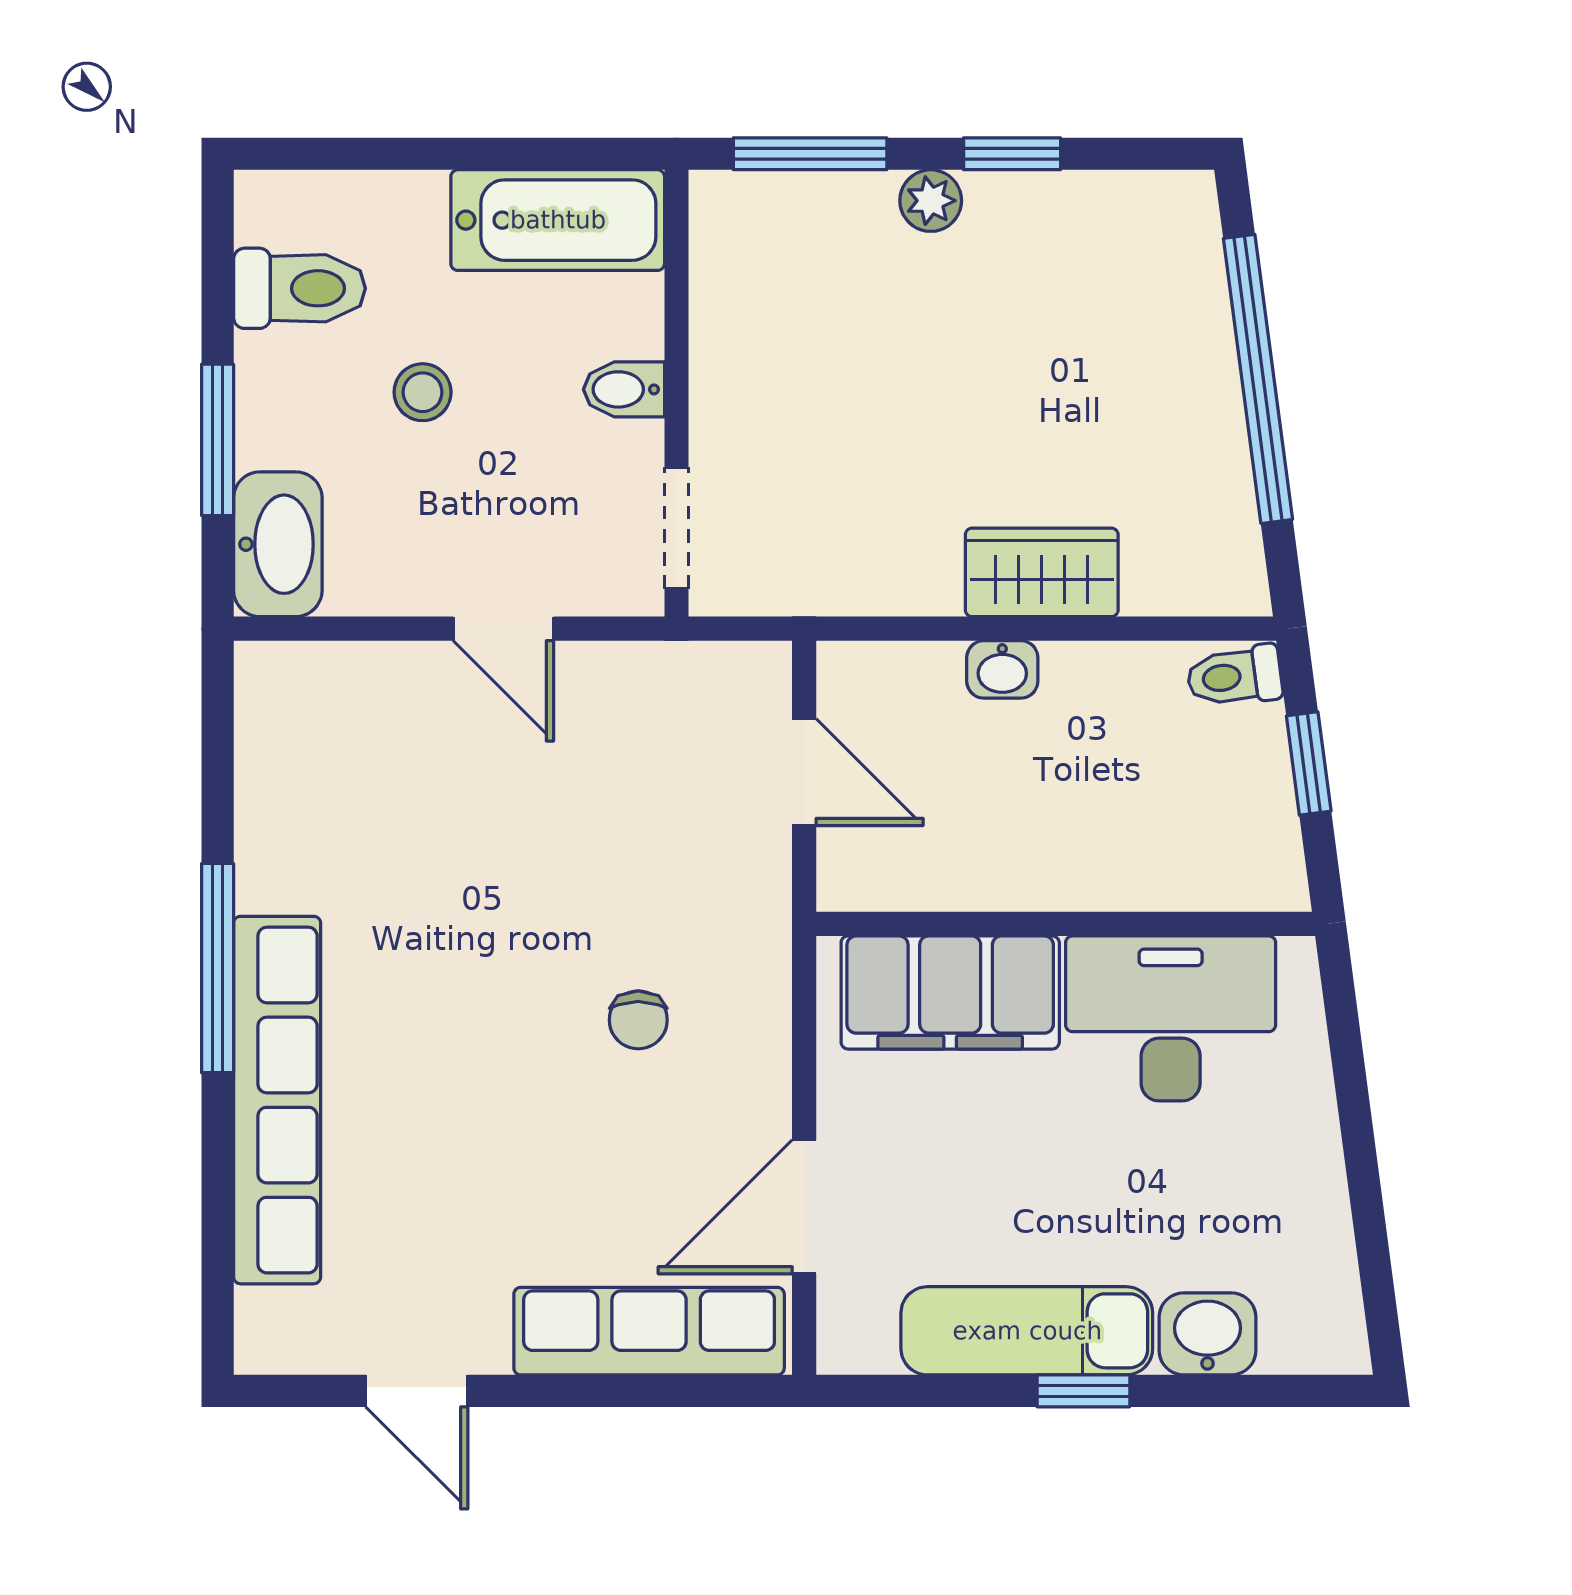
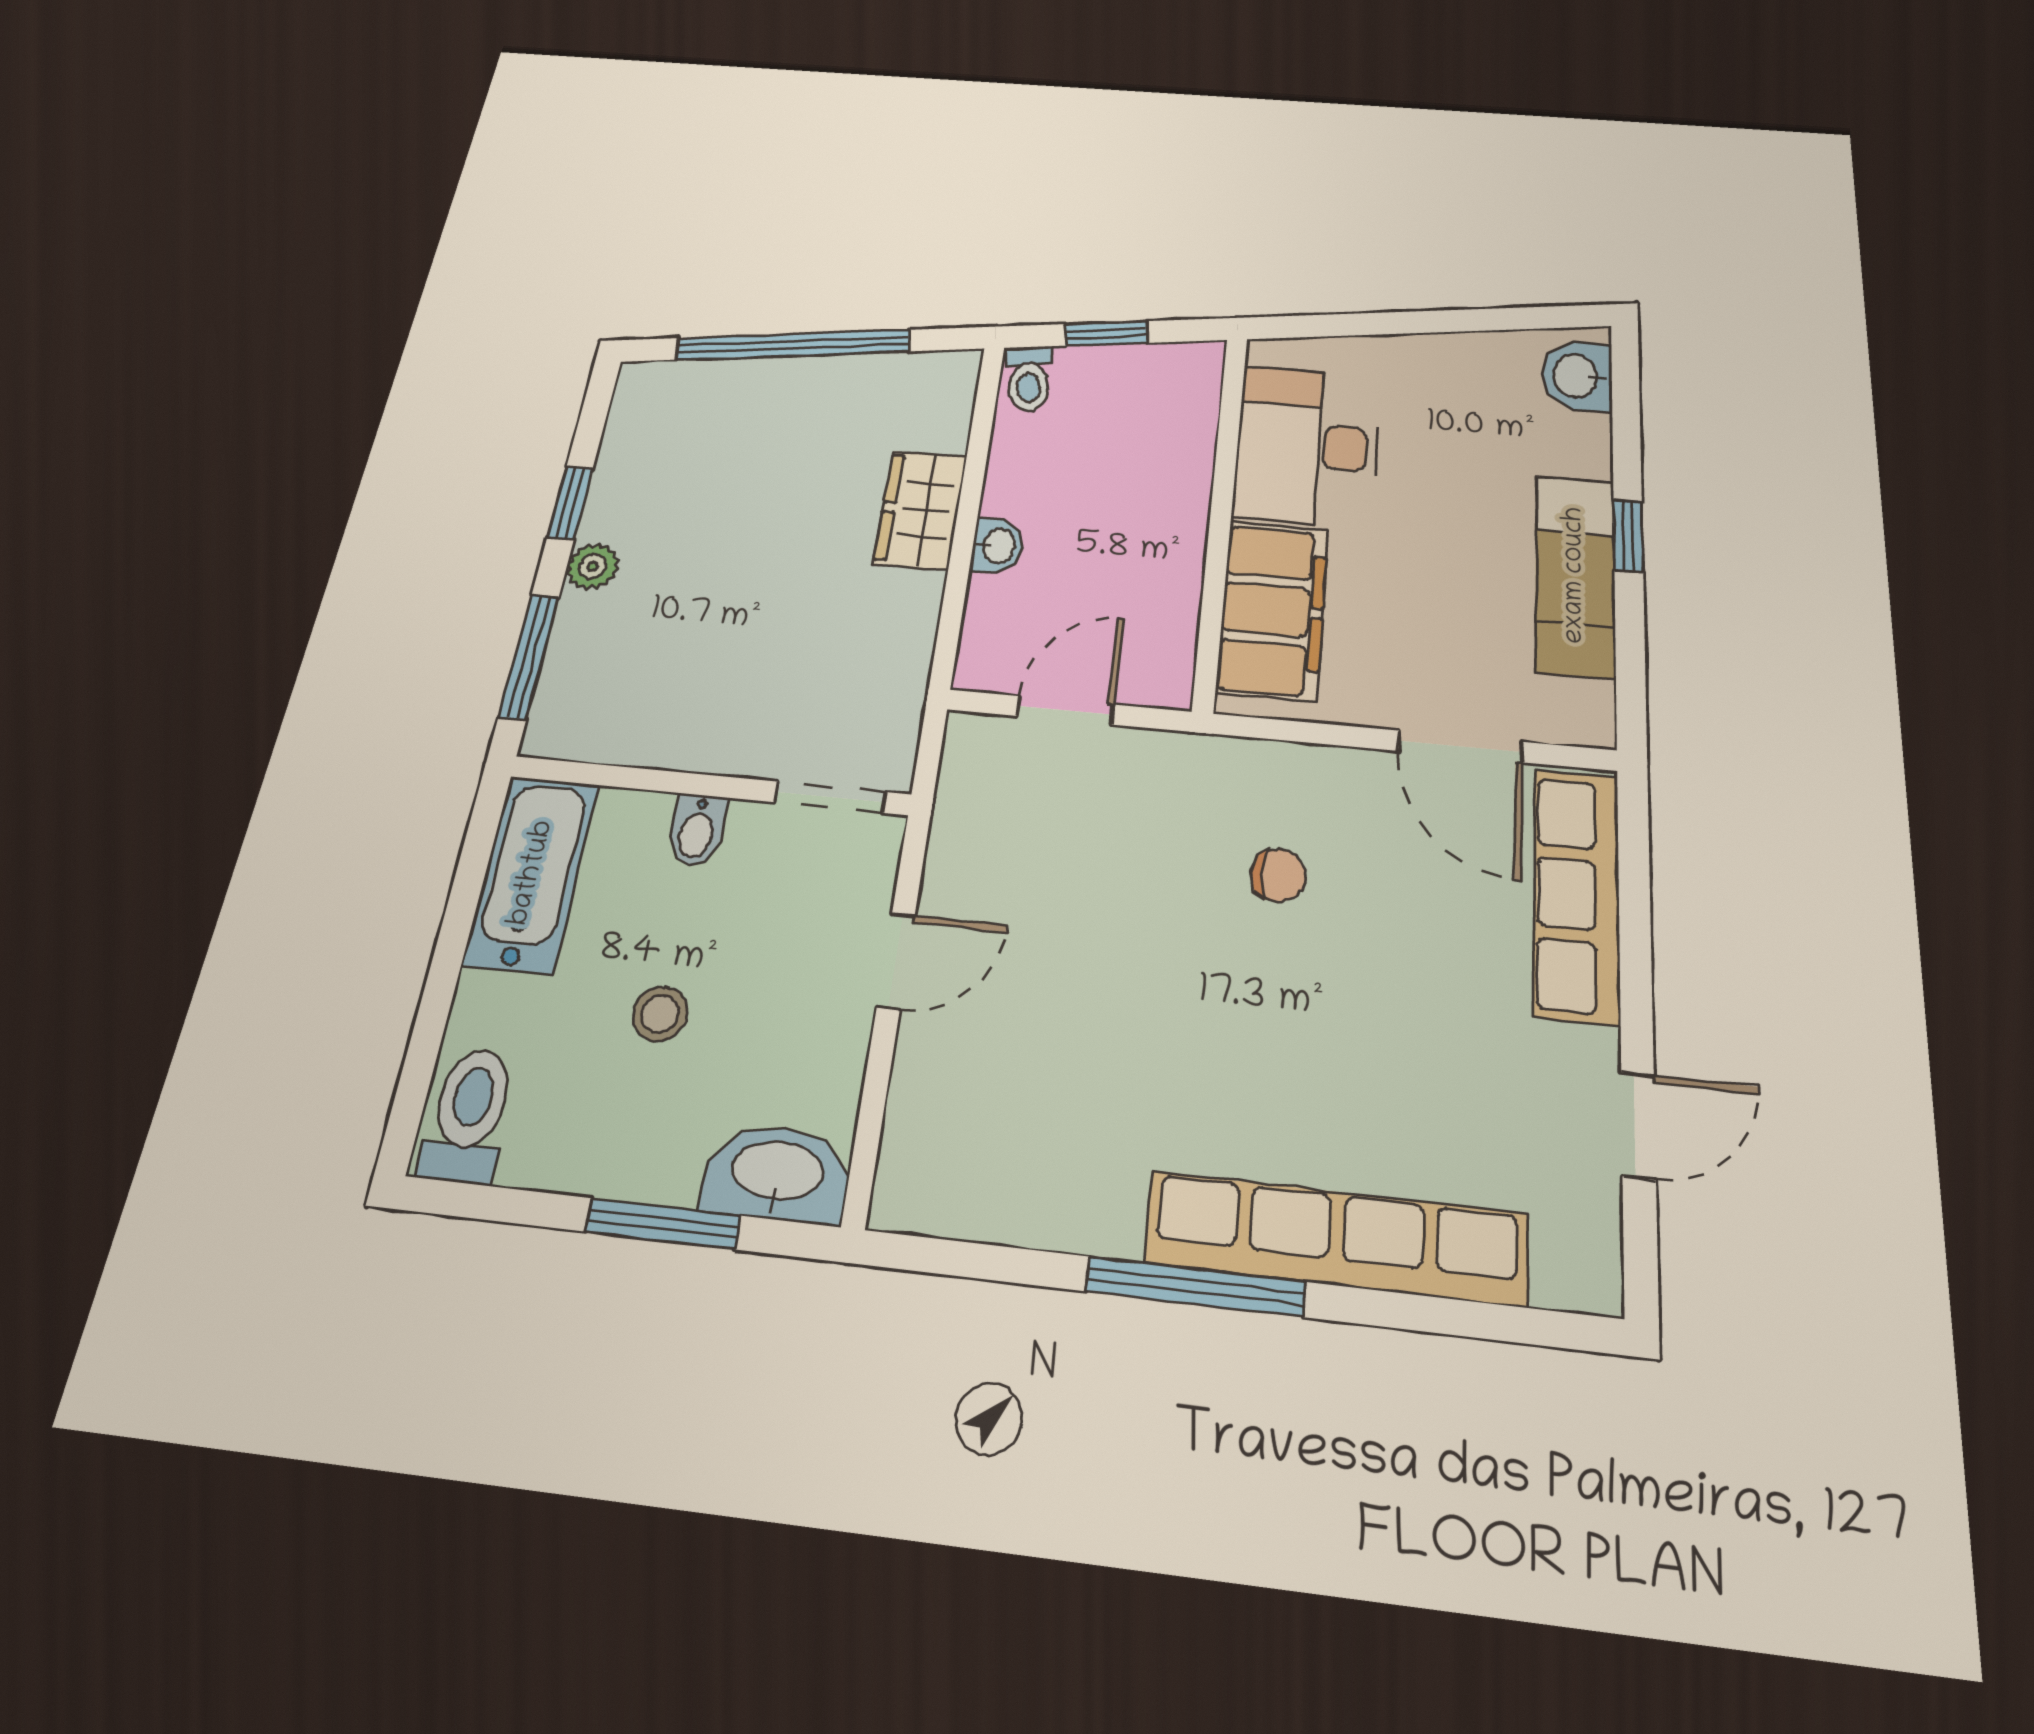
toilet: (300, 288) -> (469, 1115), moved
washbasin: (1207, 1334) -> (1577, 376), moved

